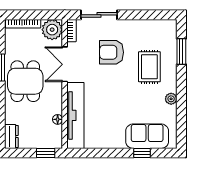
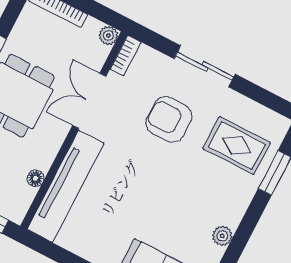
sliding door: (99, 15) -> (205, 66), moved
plant: (52, 30) -> (108, 36), width x0.53, depth x0.53
rug: (149, 67) -> (237, 146), moved, turned 90

